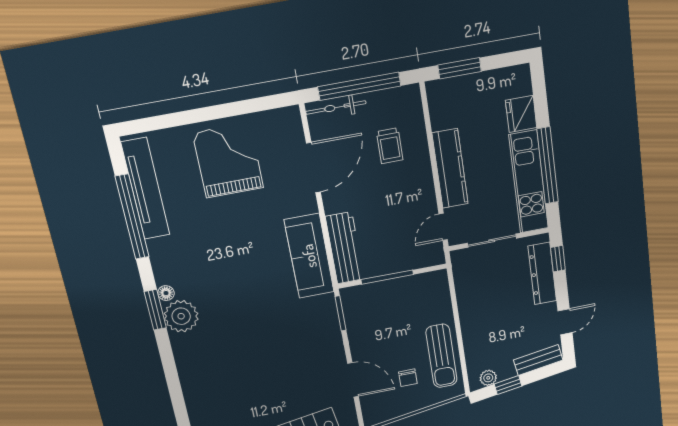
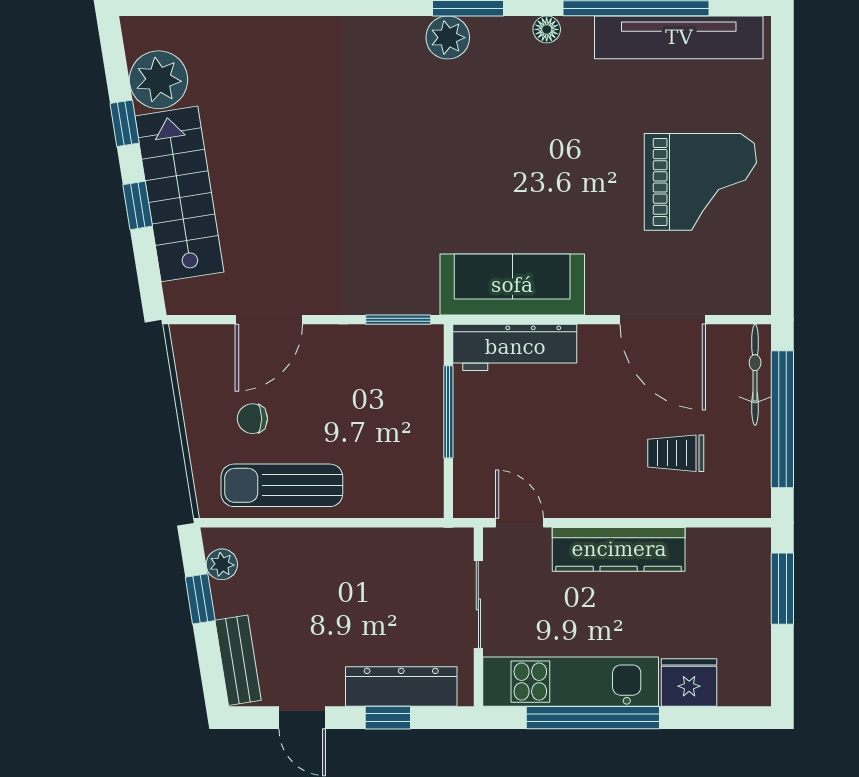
window: (558, 259) -> (388, 718), moved
floor lamp: (166, 293) -> (547, 29), moved
plant: (181, 316) -> (448, 38), width x0.73, depth x0.73

